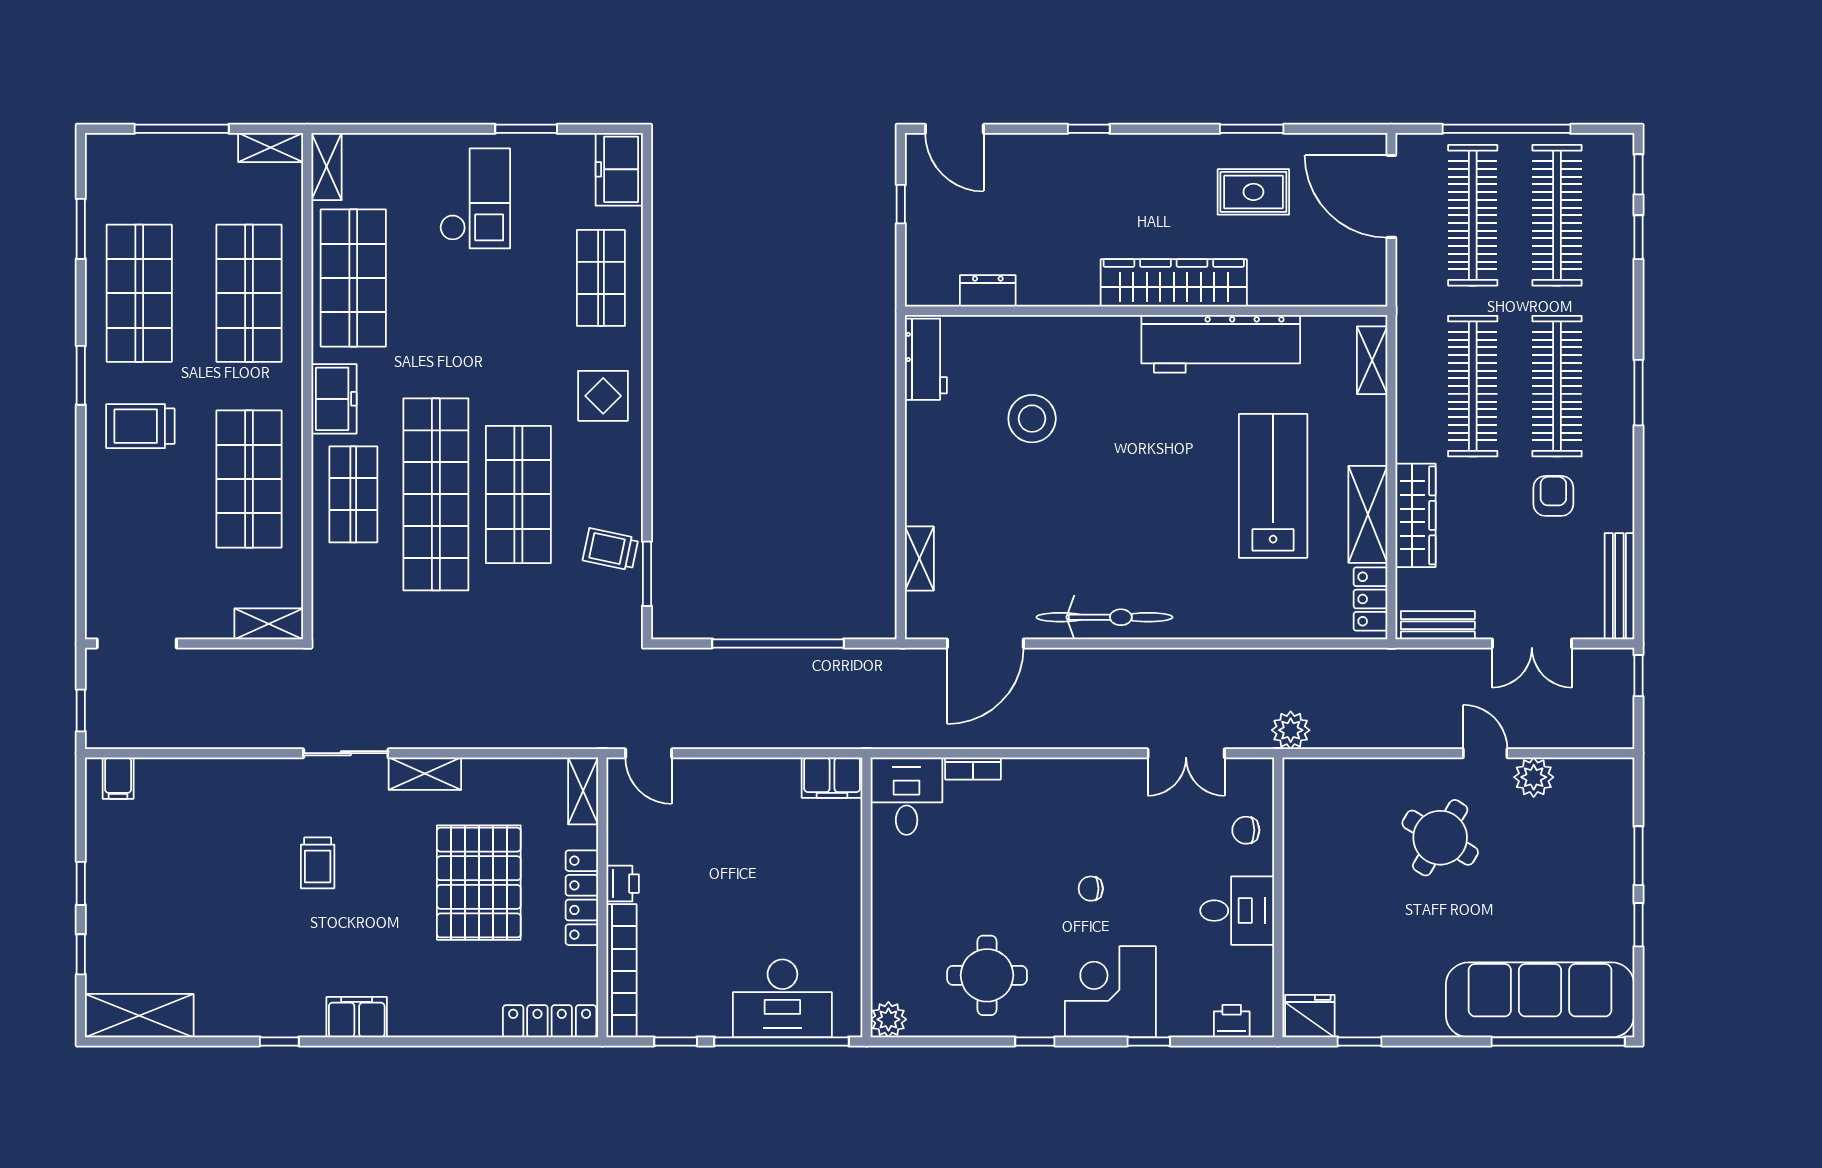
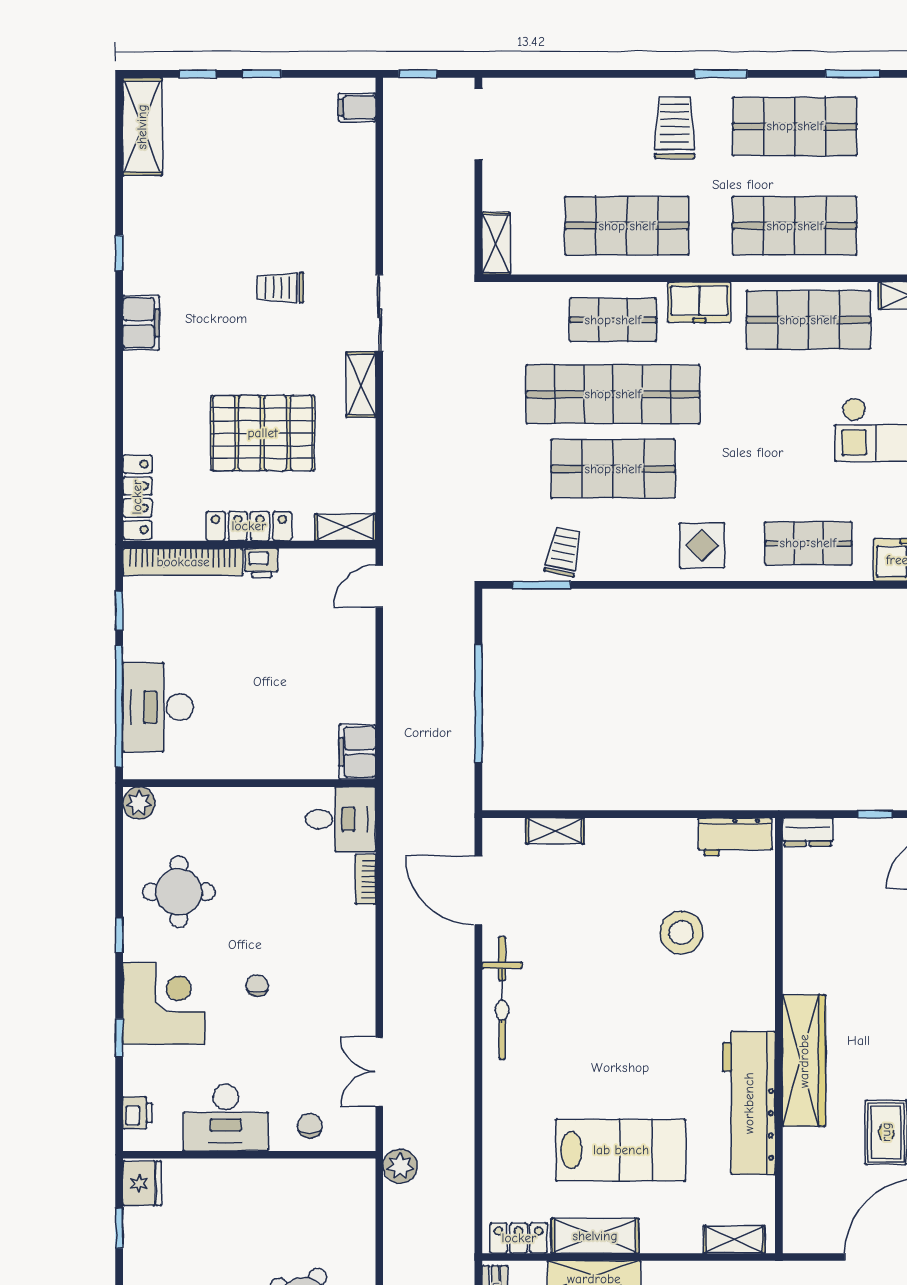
dresser: (988, 291) -> (808, 832), moved, turned 90
desk: (1237, 911) -> (226, 1118), width x1.37

